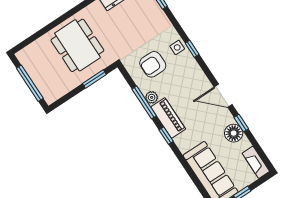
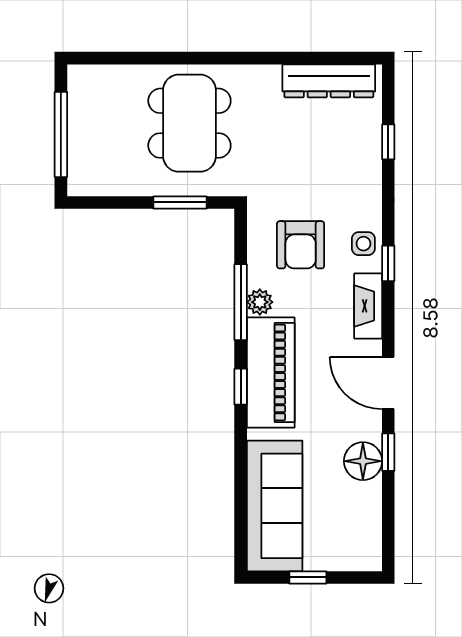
armchair: (153, 64) -> (301, 245), turned -90
piano: (168, 118) -> (271, 372), width x1.37, depth x1.33
fireplace: (256, 162) -> (368, 306), moved

